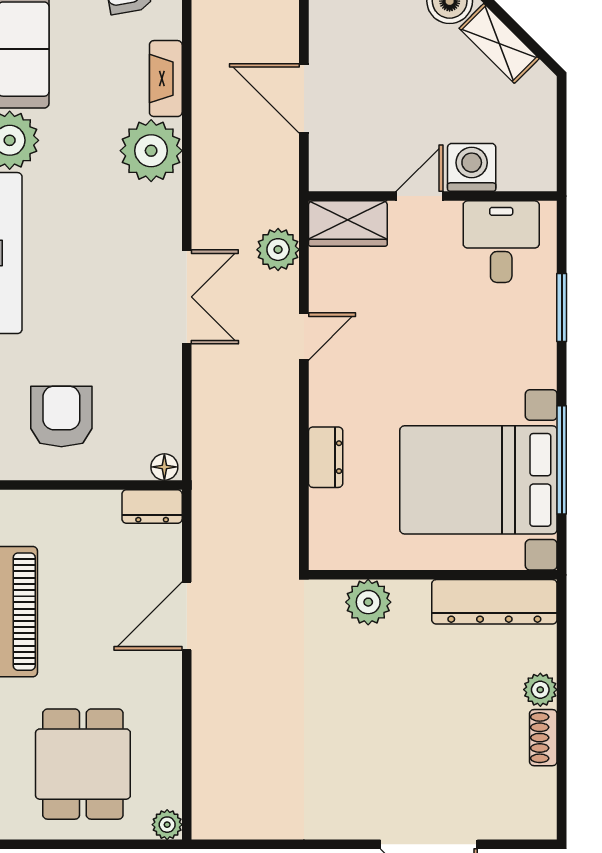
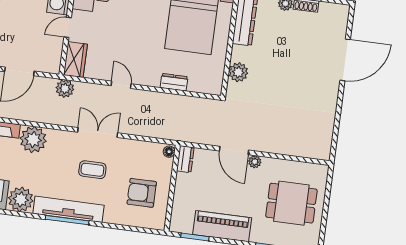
door: (419, 196) -> (68, 27), hinge flipped
plant: (278, 250) -> (65, 89), moved
coffee table: (100, 296) -> (92, 170), added
plant: (167, 825) -> (255, 162), moved

